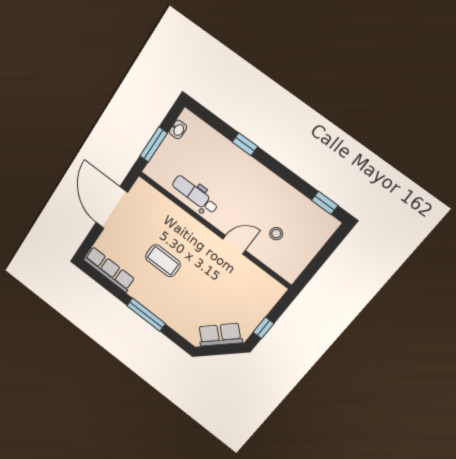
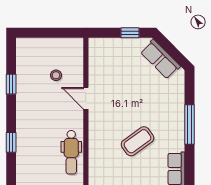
window: (325, 203) -> (11, 84), moved
coffee table: (163, 261) -> (137, 141), turned 54

